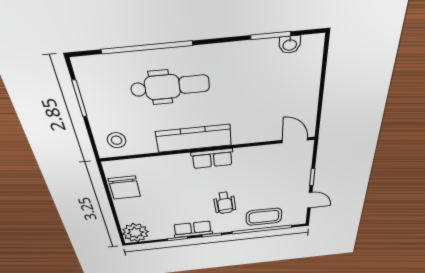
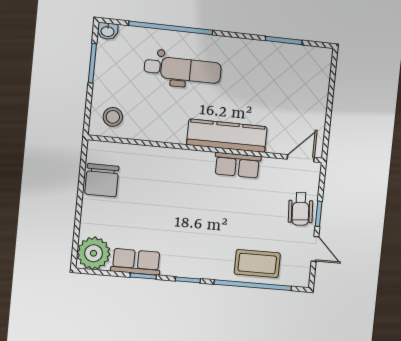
washbasin: (290, 45) -> (108, 31), moved
kitchen counter: (194, 138) -> (227, 136), moved
door: (295, 140) -> (301, 158), hinge flipped
row of seats: (212, 159) -> (237, 165), moved
wheelchair: (225, 203) -> (301, 209), moved
row of seats: (193, 229) -> (136, 262), moved

